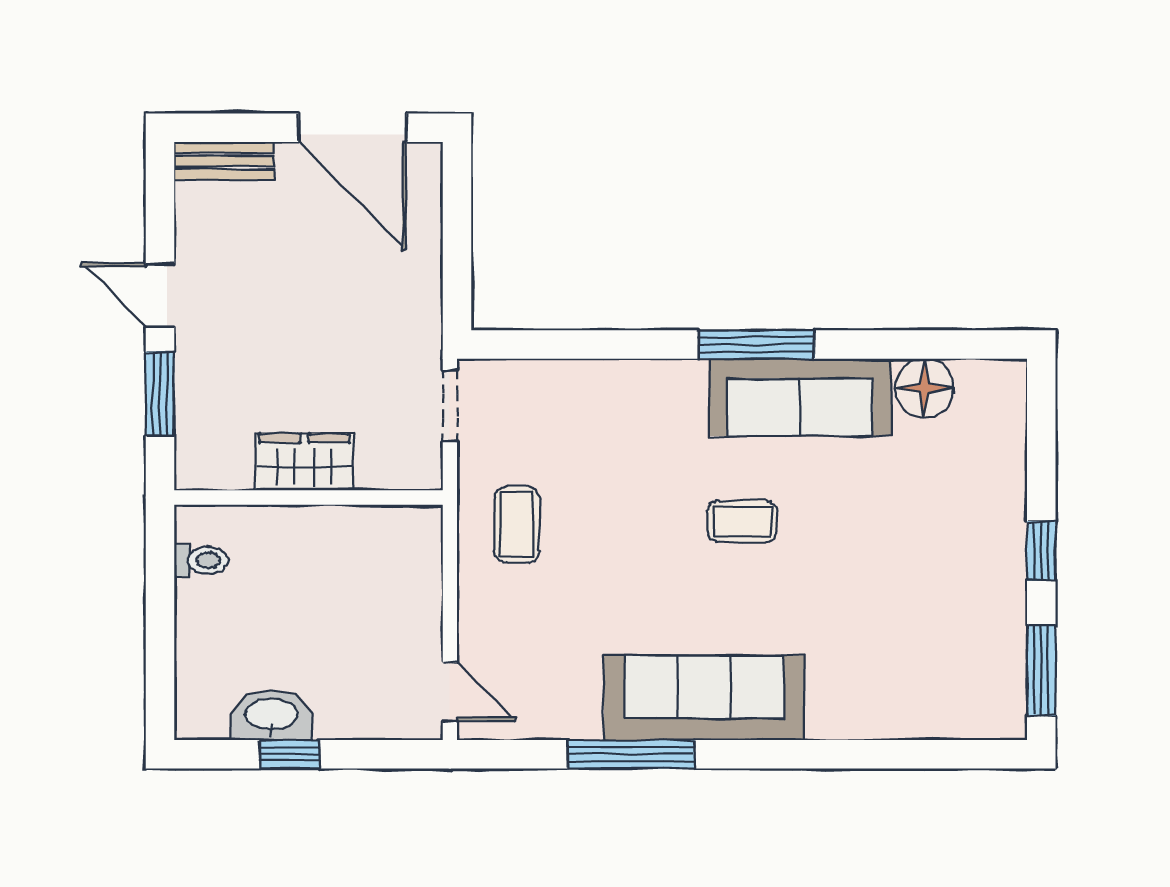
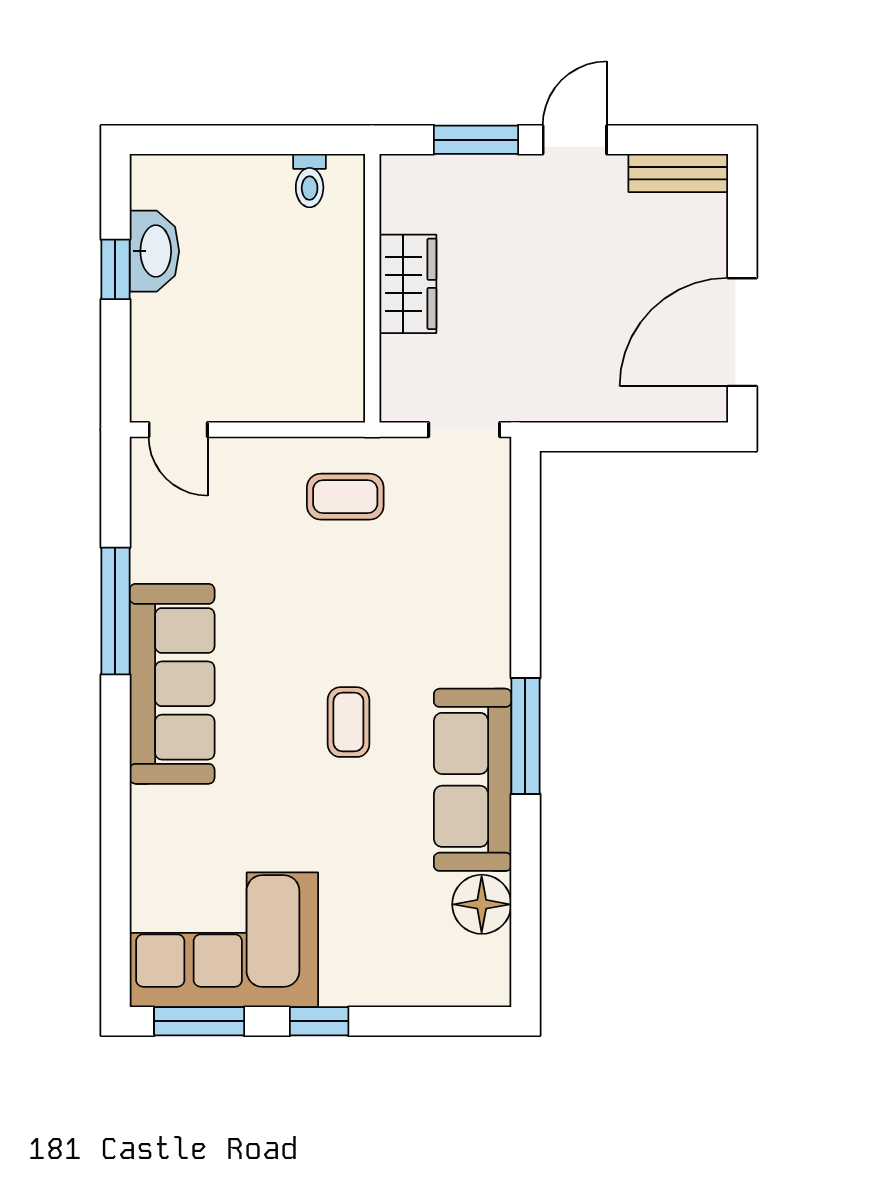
bench: (224, 161) -> (678, 173), moved, turned 90
corner sofa: (960, 646) -> (224, 940), added
door: (450, 692) -> (178, 430), hinge flipped

